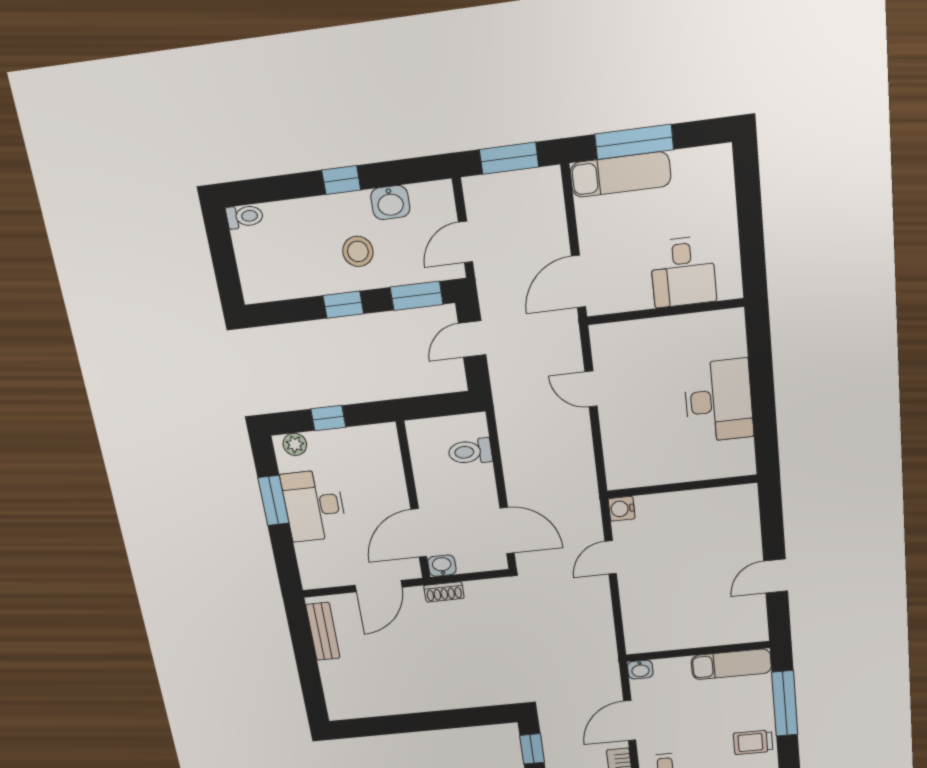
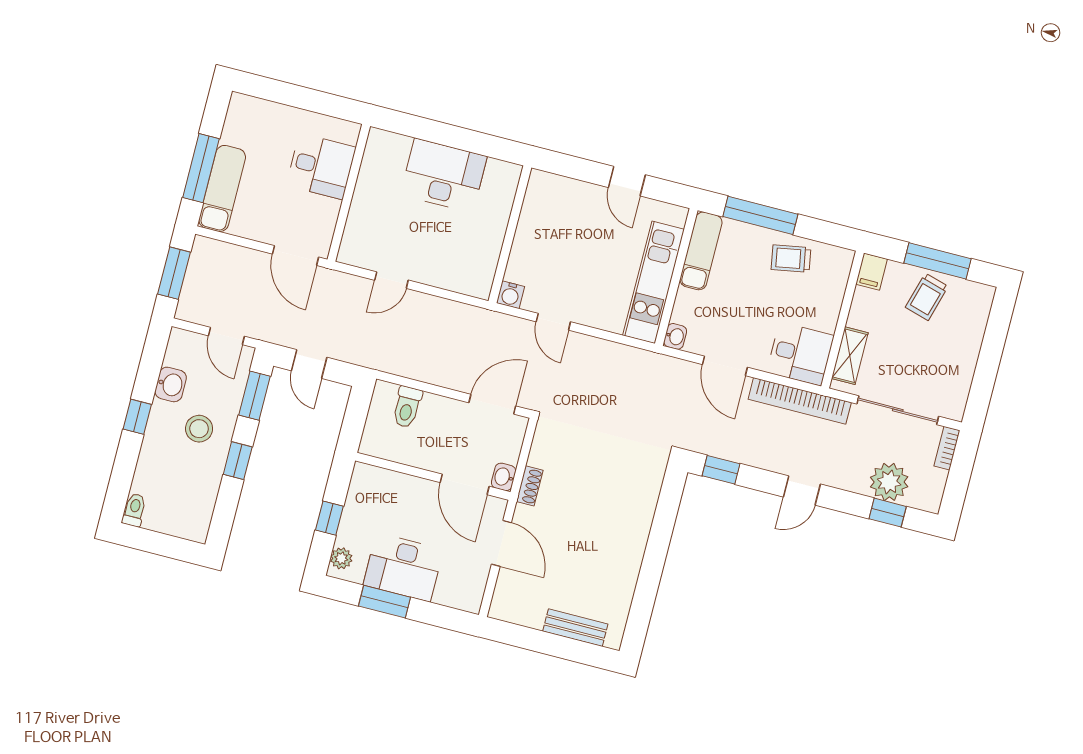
bench: (323, 631) -> (575, 628), moved
kitchen unit: (685, 633) -> (654, 282), added
trolley: (753, 742) -> (791, 259), turned 80

